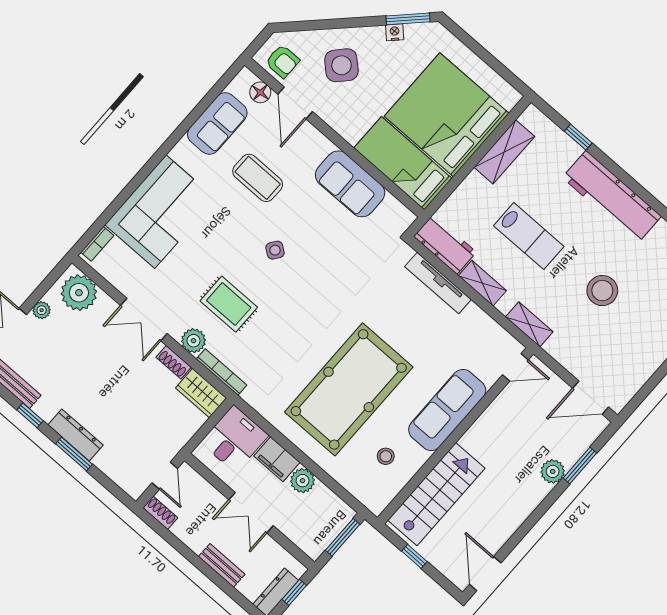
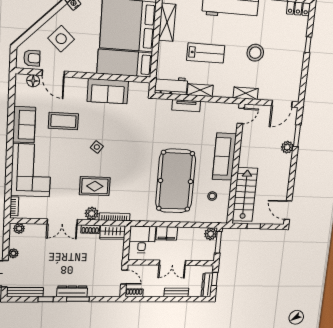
sofa: (217, 123) -> (24, 125), moved
tv unit: (438, 283) -> (186, 106), width x0.71
plant: (79, 293) -> (19, 229), width x0.53, depth x0.53
shelving: (529, 324) -> (246, 93), moved
plant: (303, 481) -> (211, 234), moved

